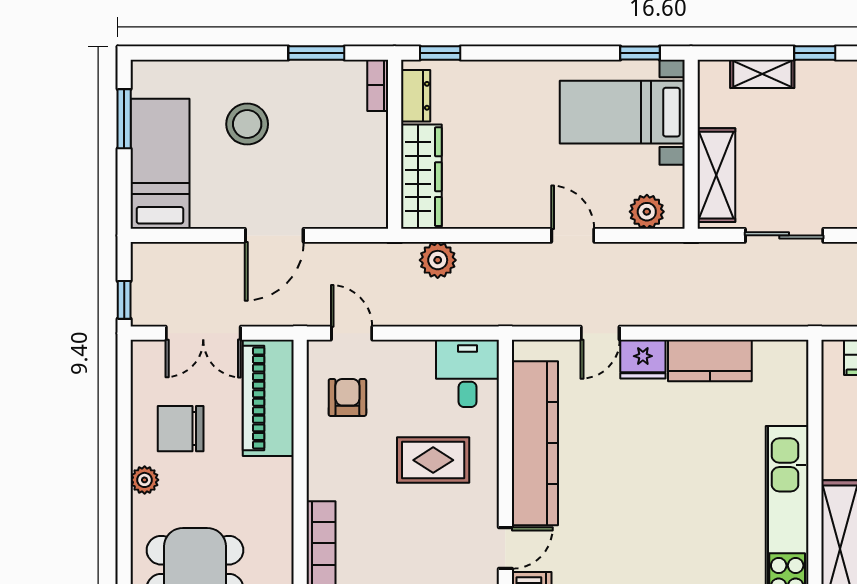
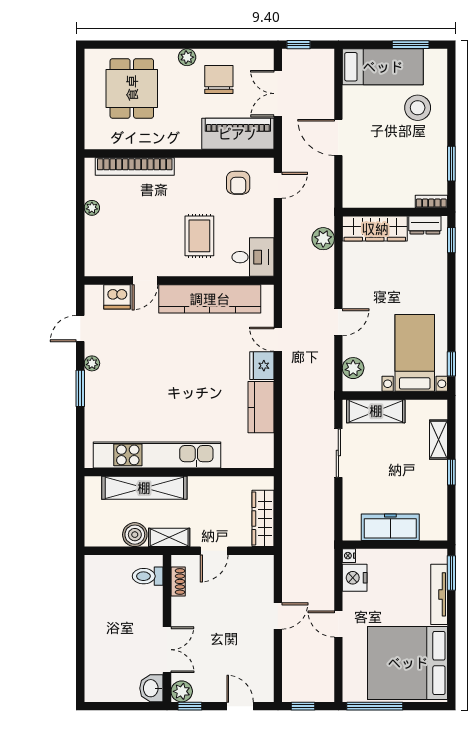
stool: (247, 124) -> (418, 108), moved
armchair: (347, 397) -> (238, 183), turned 90
door: (505, 548) -> (145, 281), hinge flipped

